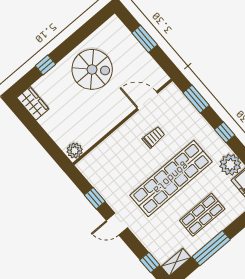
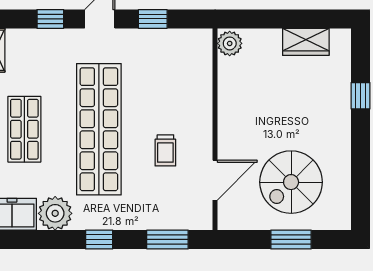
spiral stairs: (92, 69) -> (291, 182), moved
wardrobe: (33, 103) -> (306, 42), moved
window: (150, 262) -> (50, 19), moved

